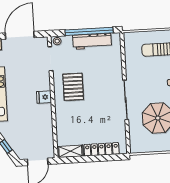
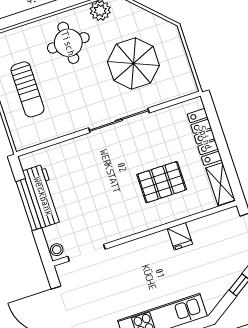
window: (89, 31) -> (29, 205), width x0.68
pallet: (73, 87) -> (162, 182), moved
fridge: (44, 97) -> (180, 236), moved

